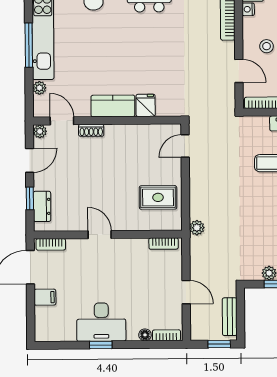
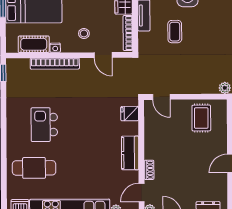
door: (239, 71) -> (103, 55), swing flipped
fridge: (146, 105) -> (130, 114), moved

